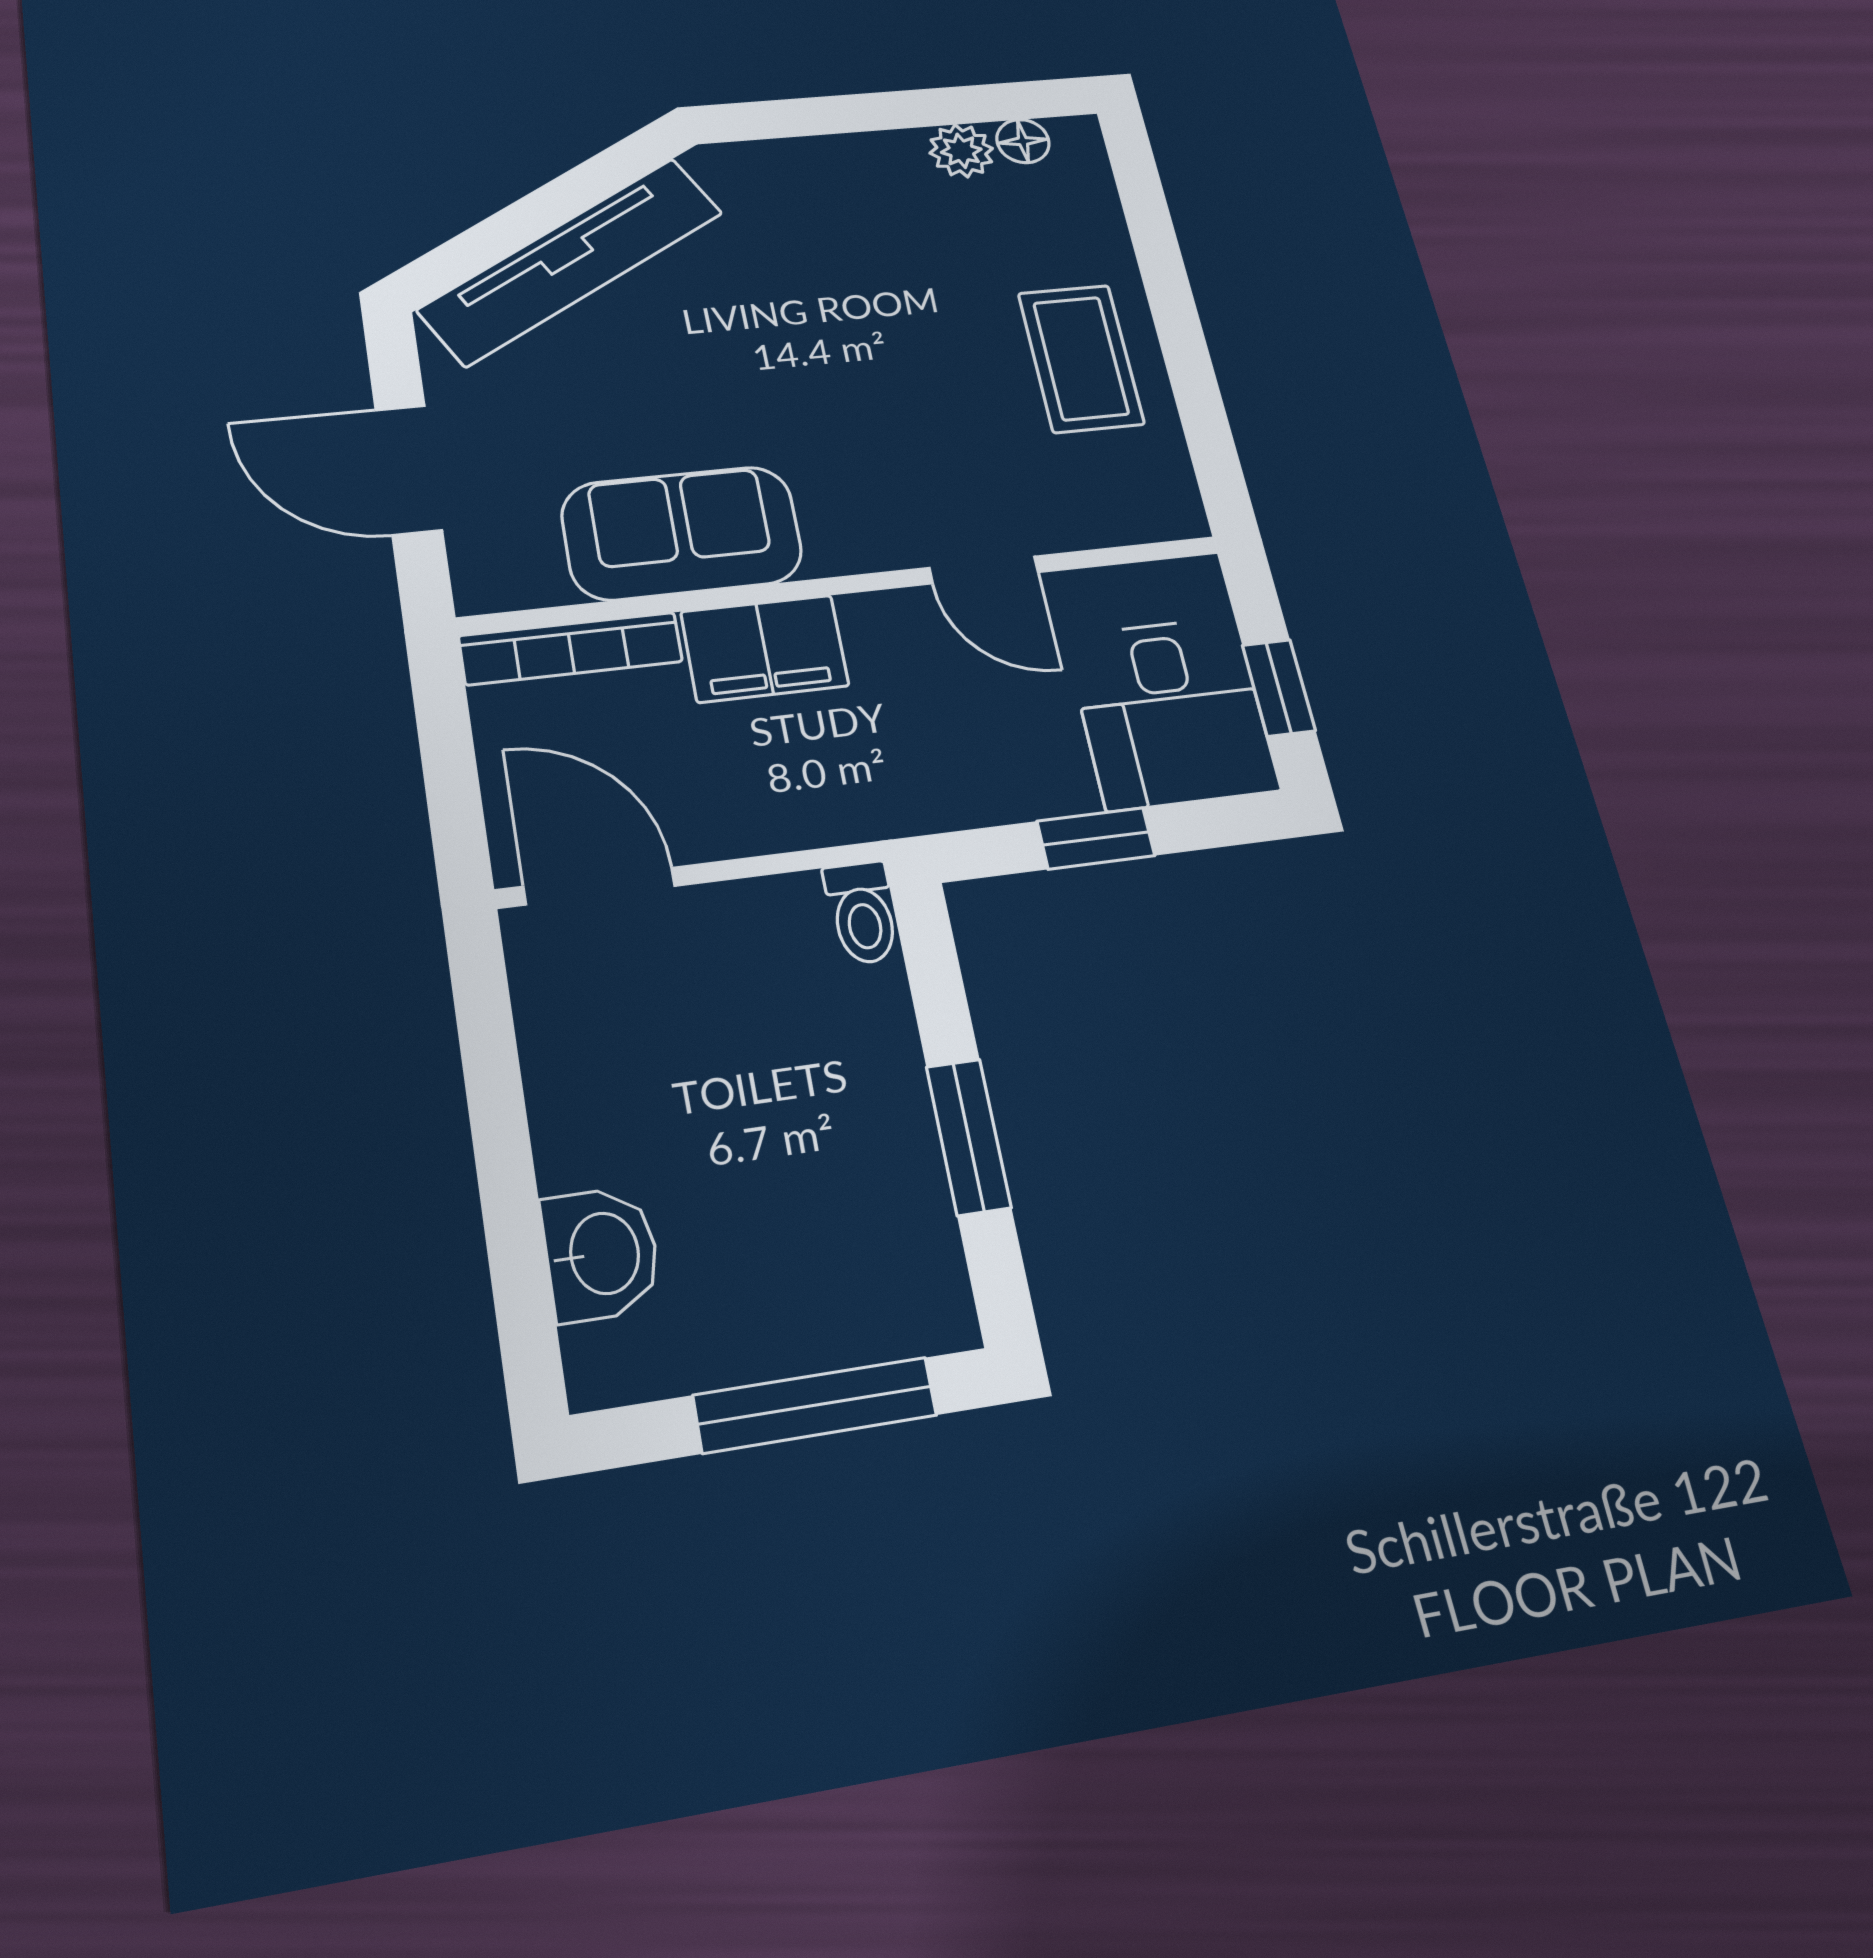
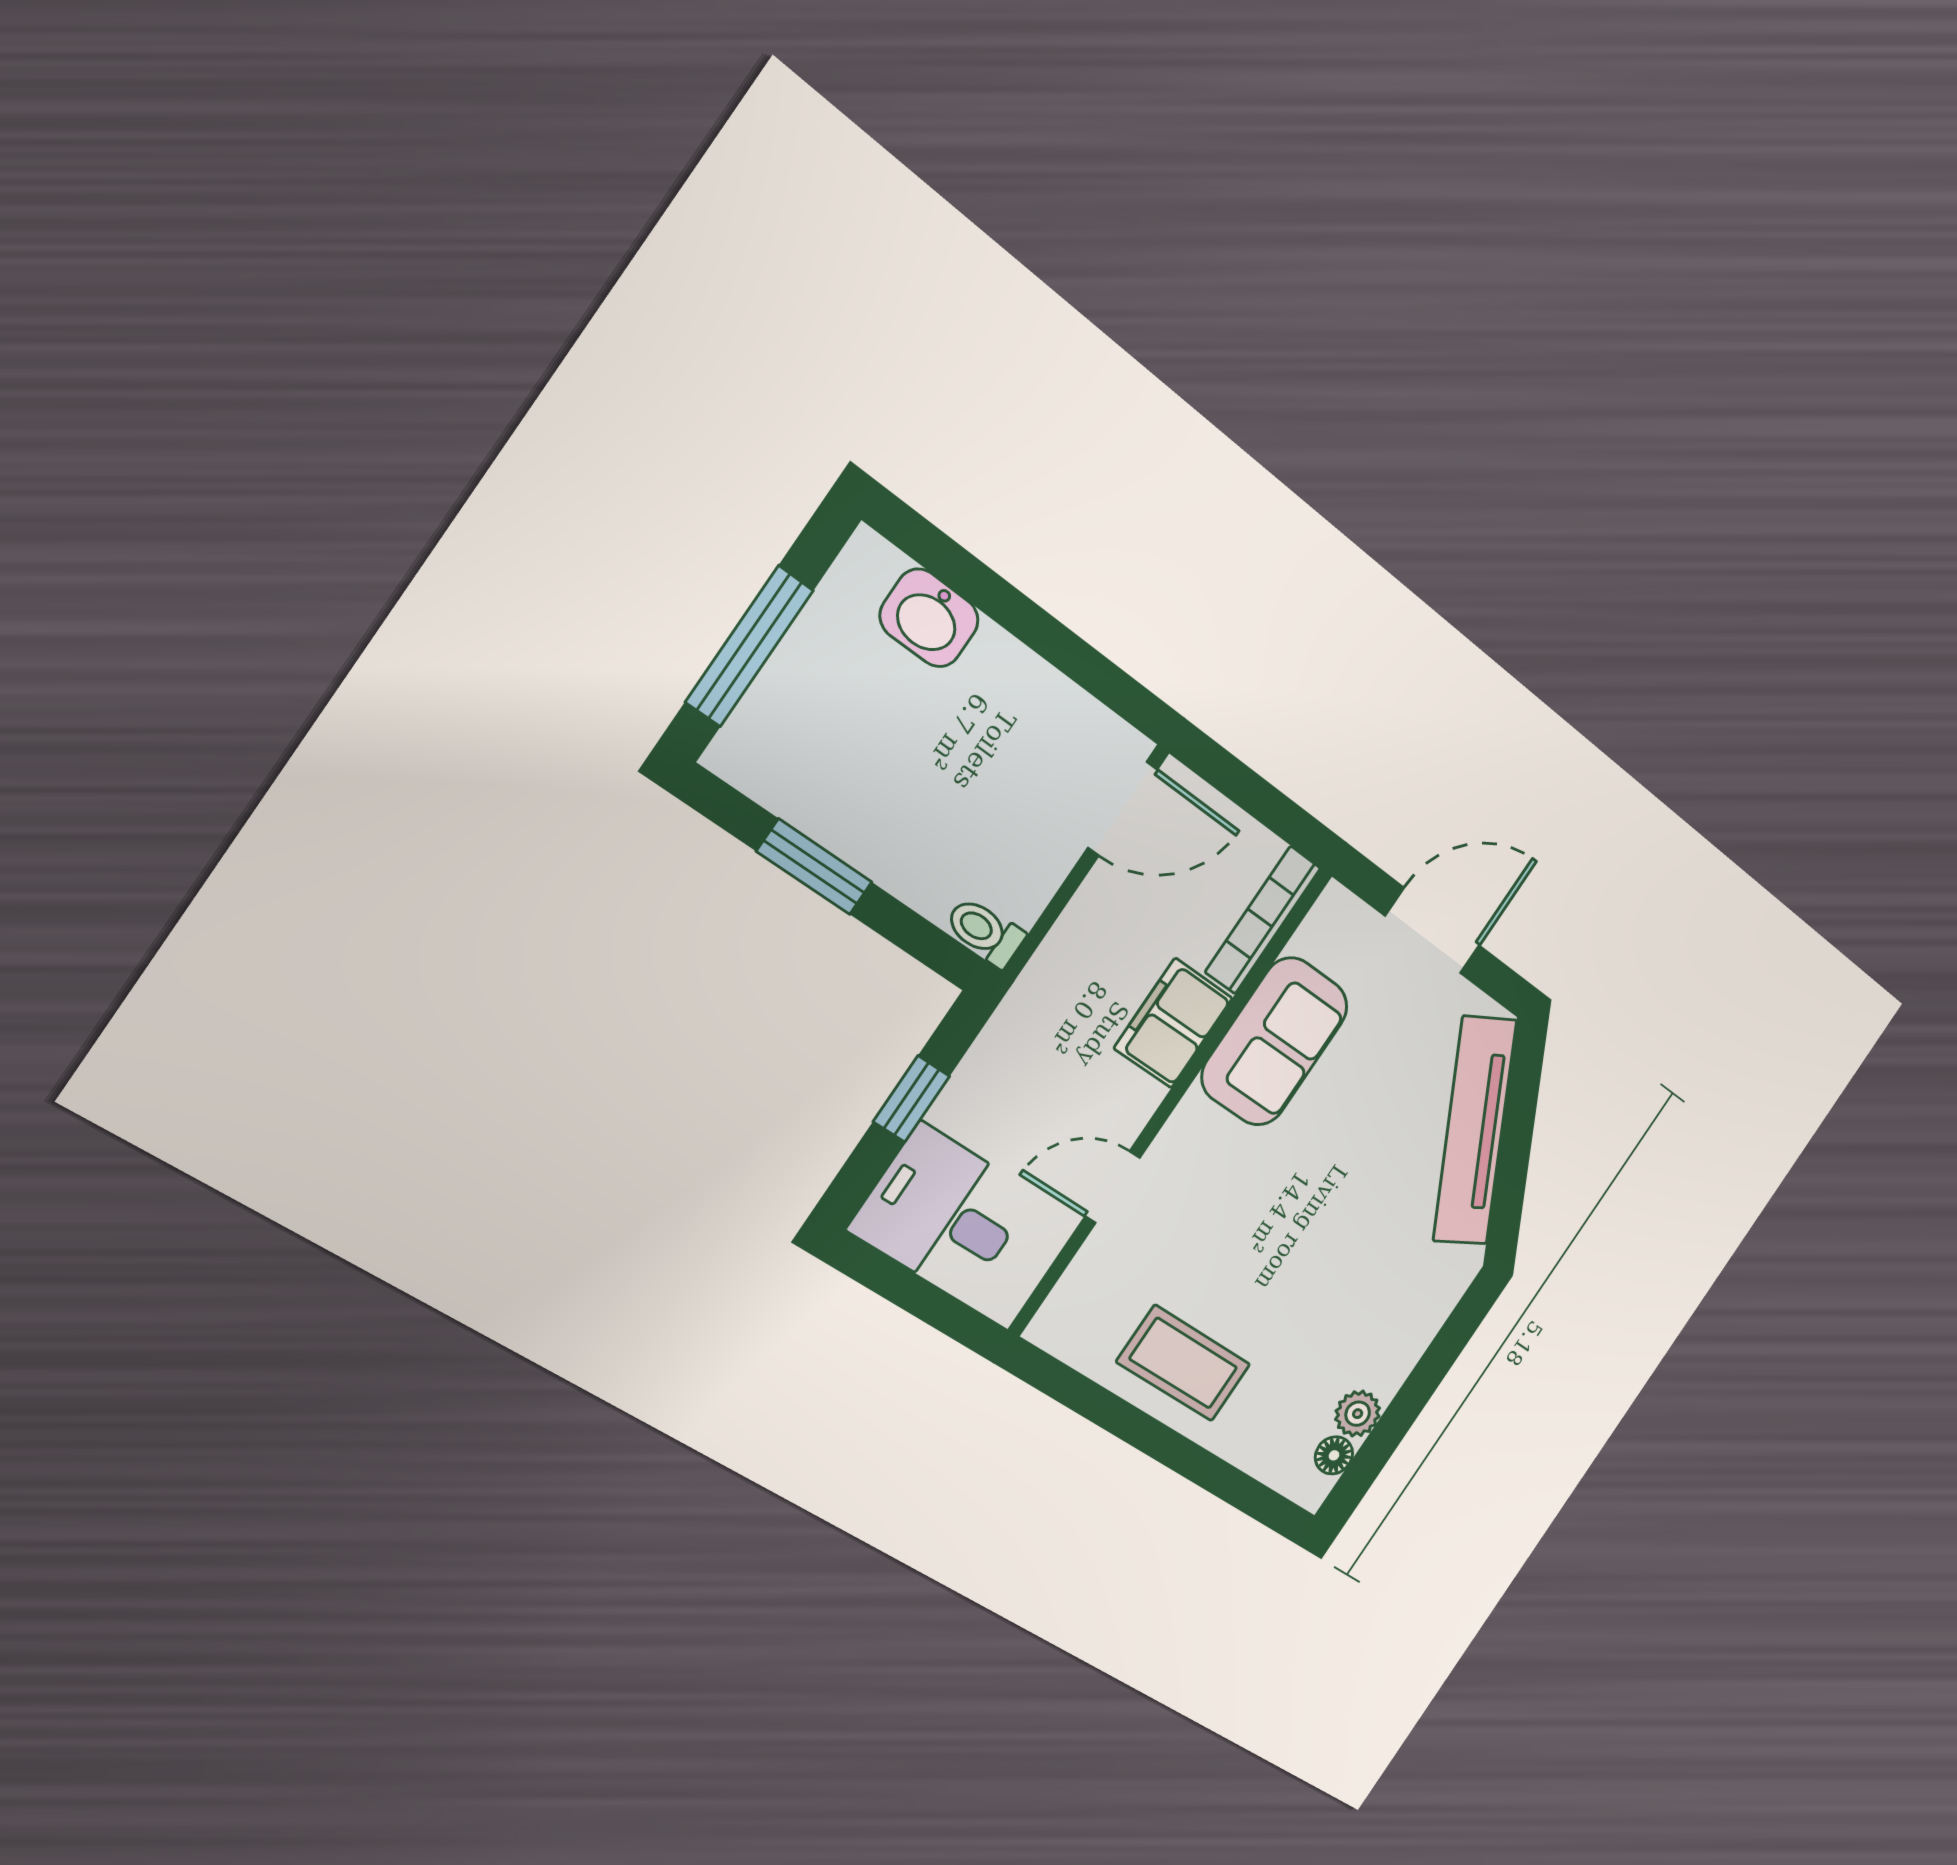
window: (1279, 688) -> (903, 1287), removed

